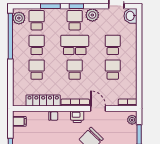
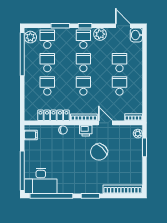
school desk: (75, 45) -> (83, 63), width x0.54

